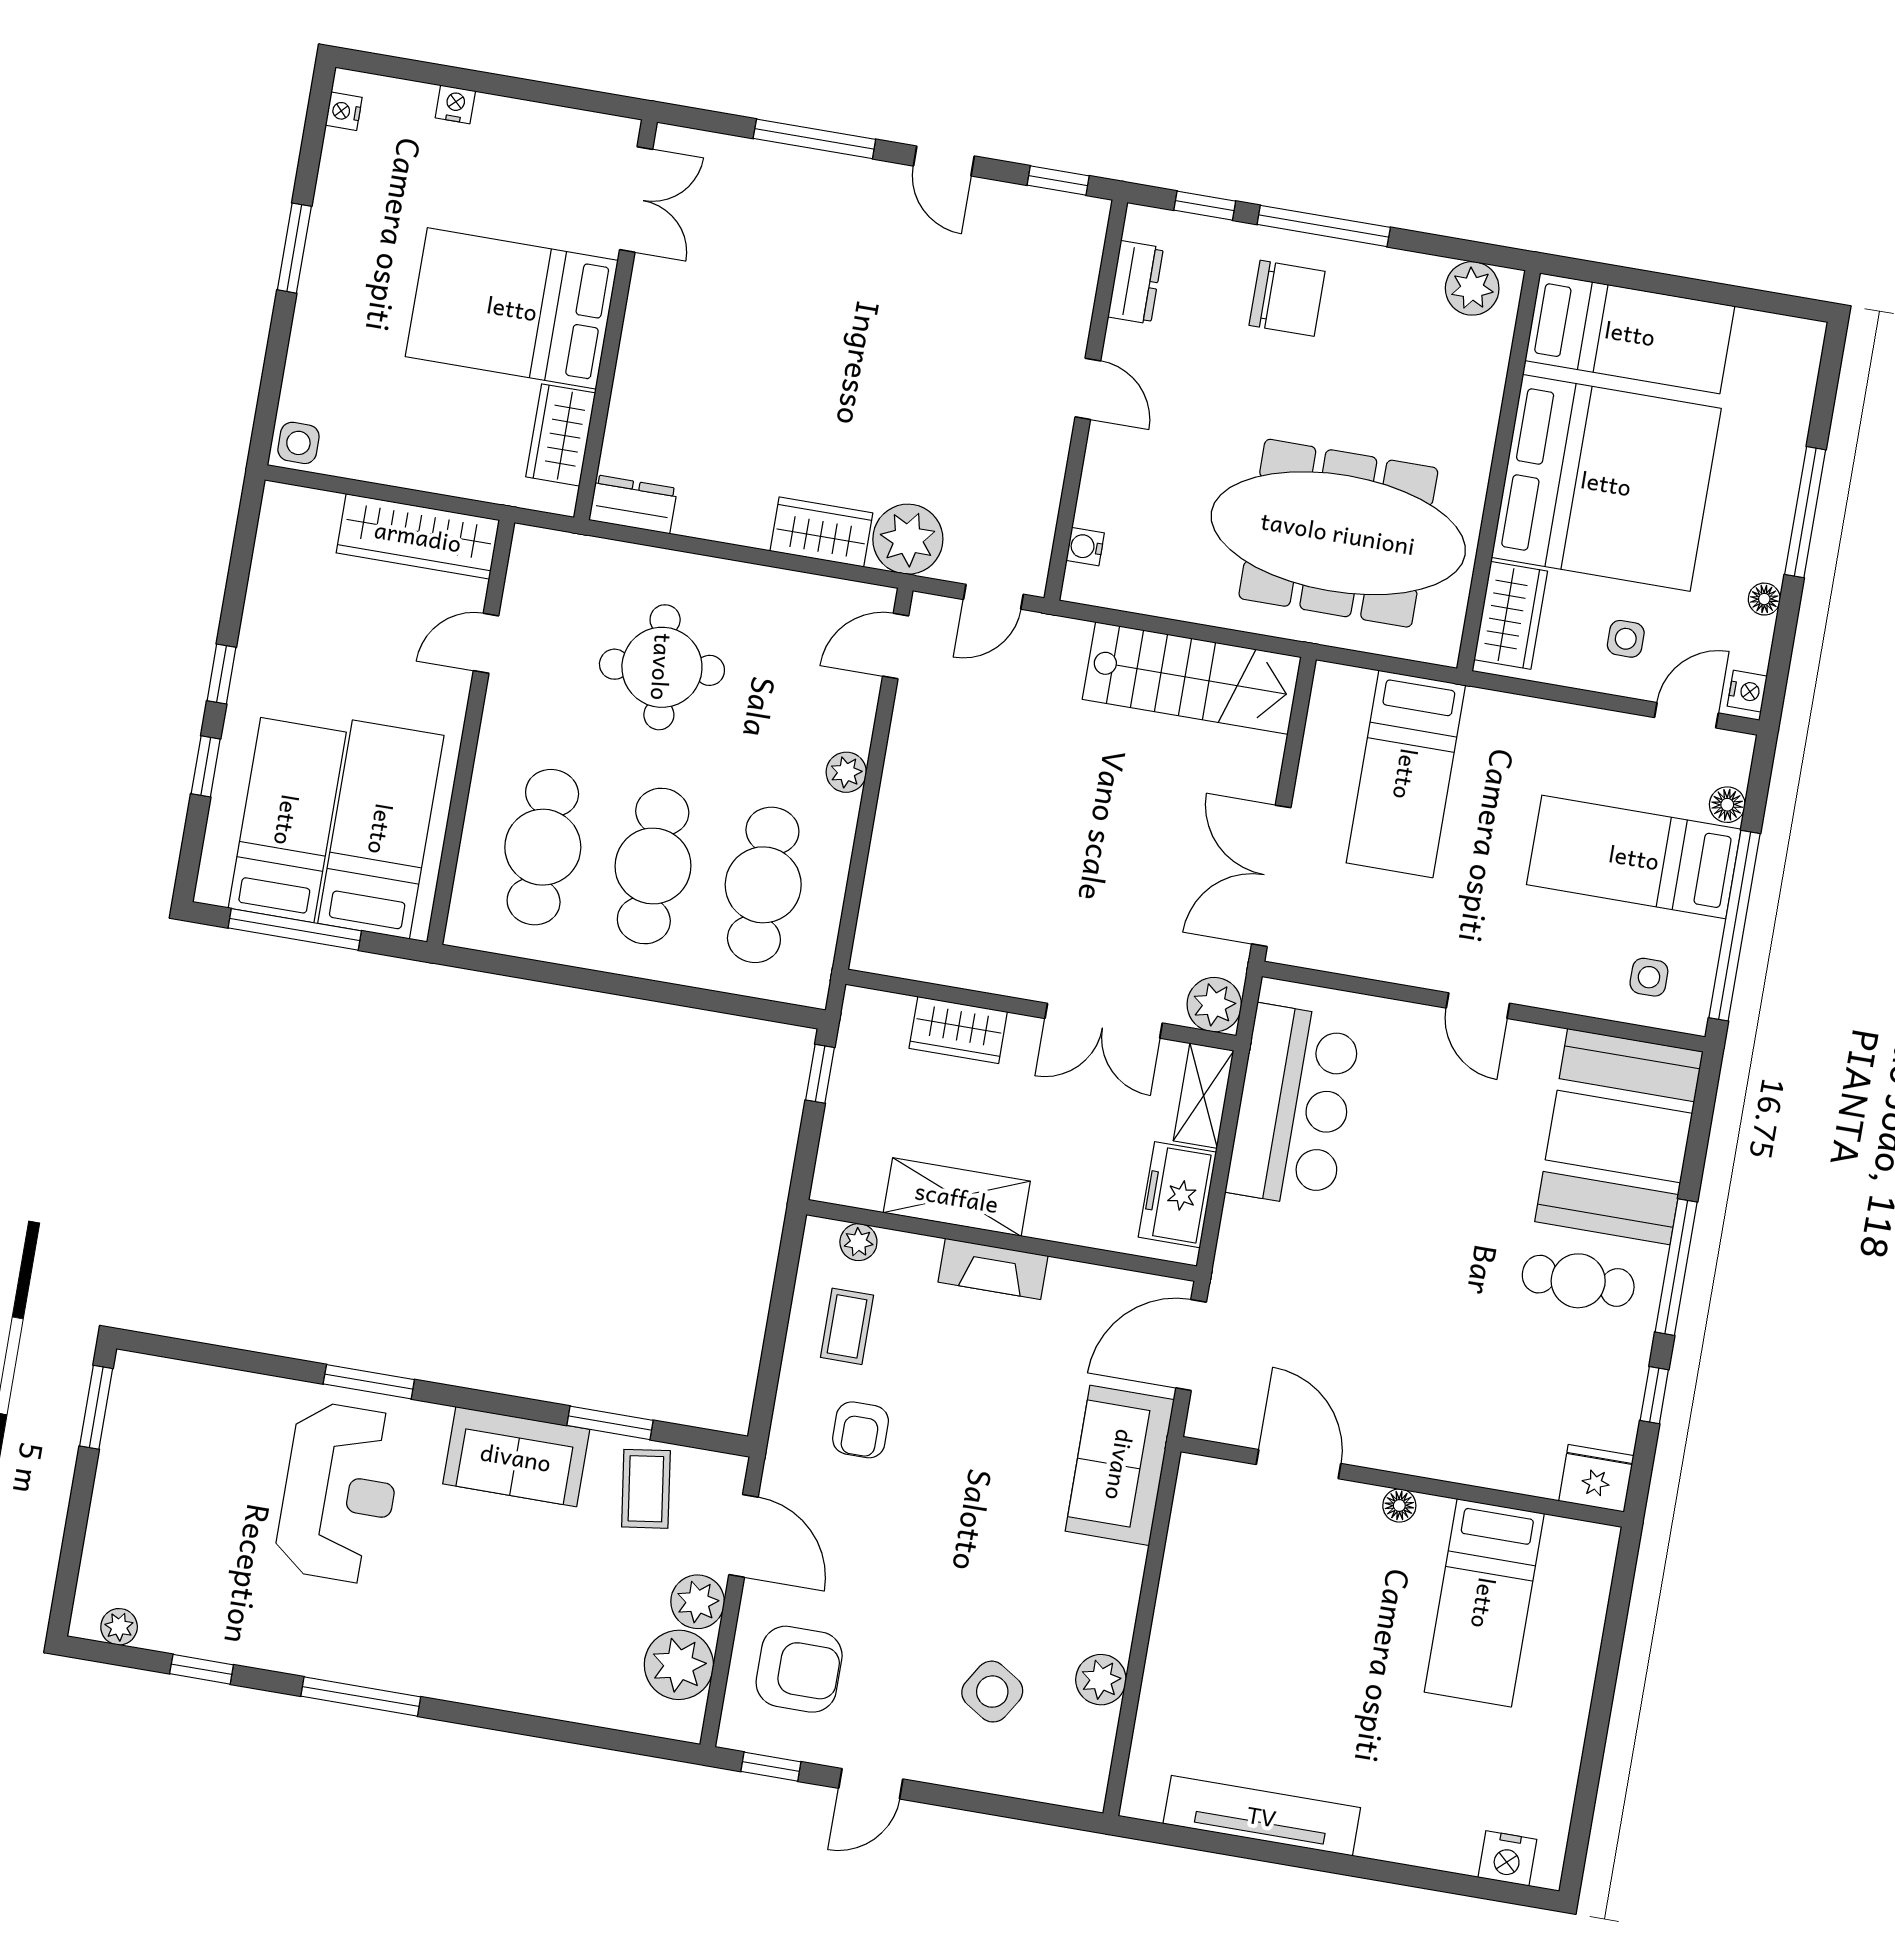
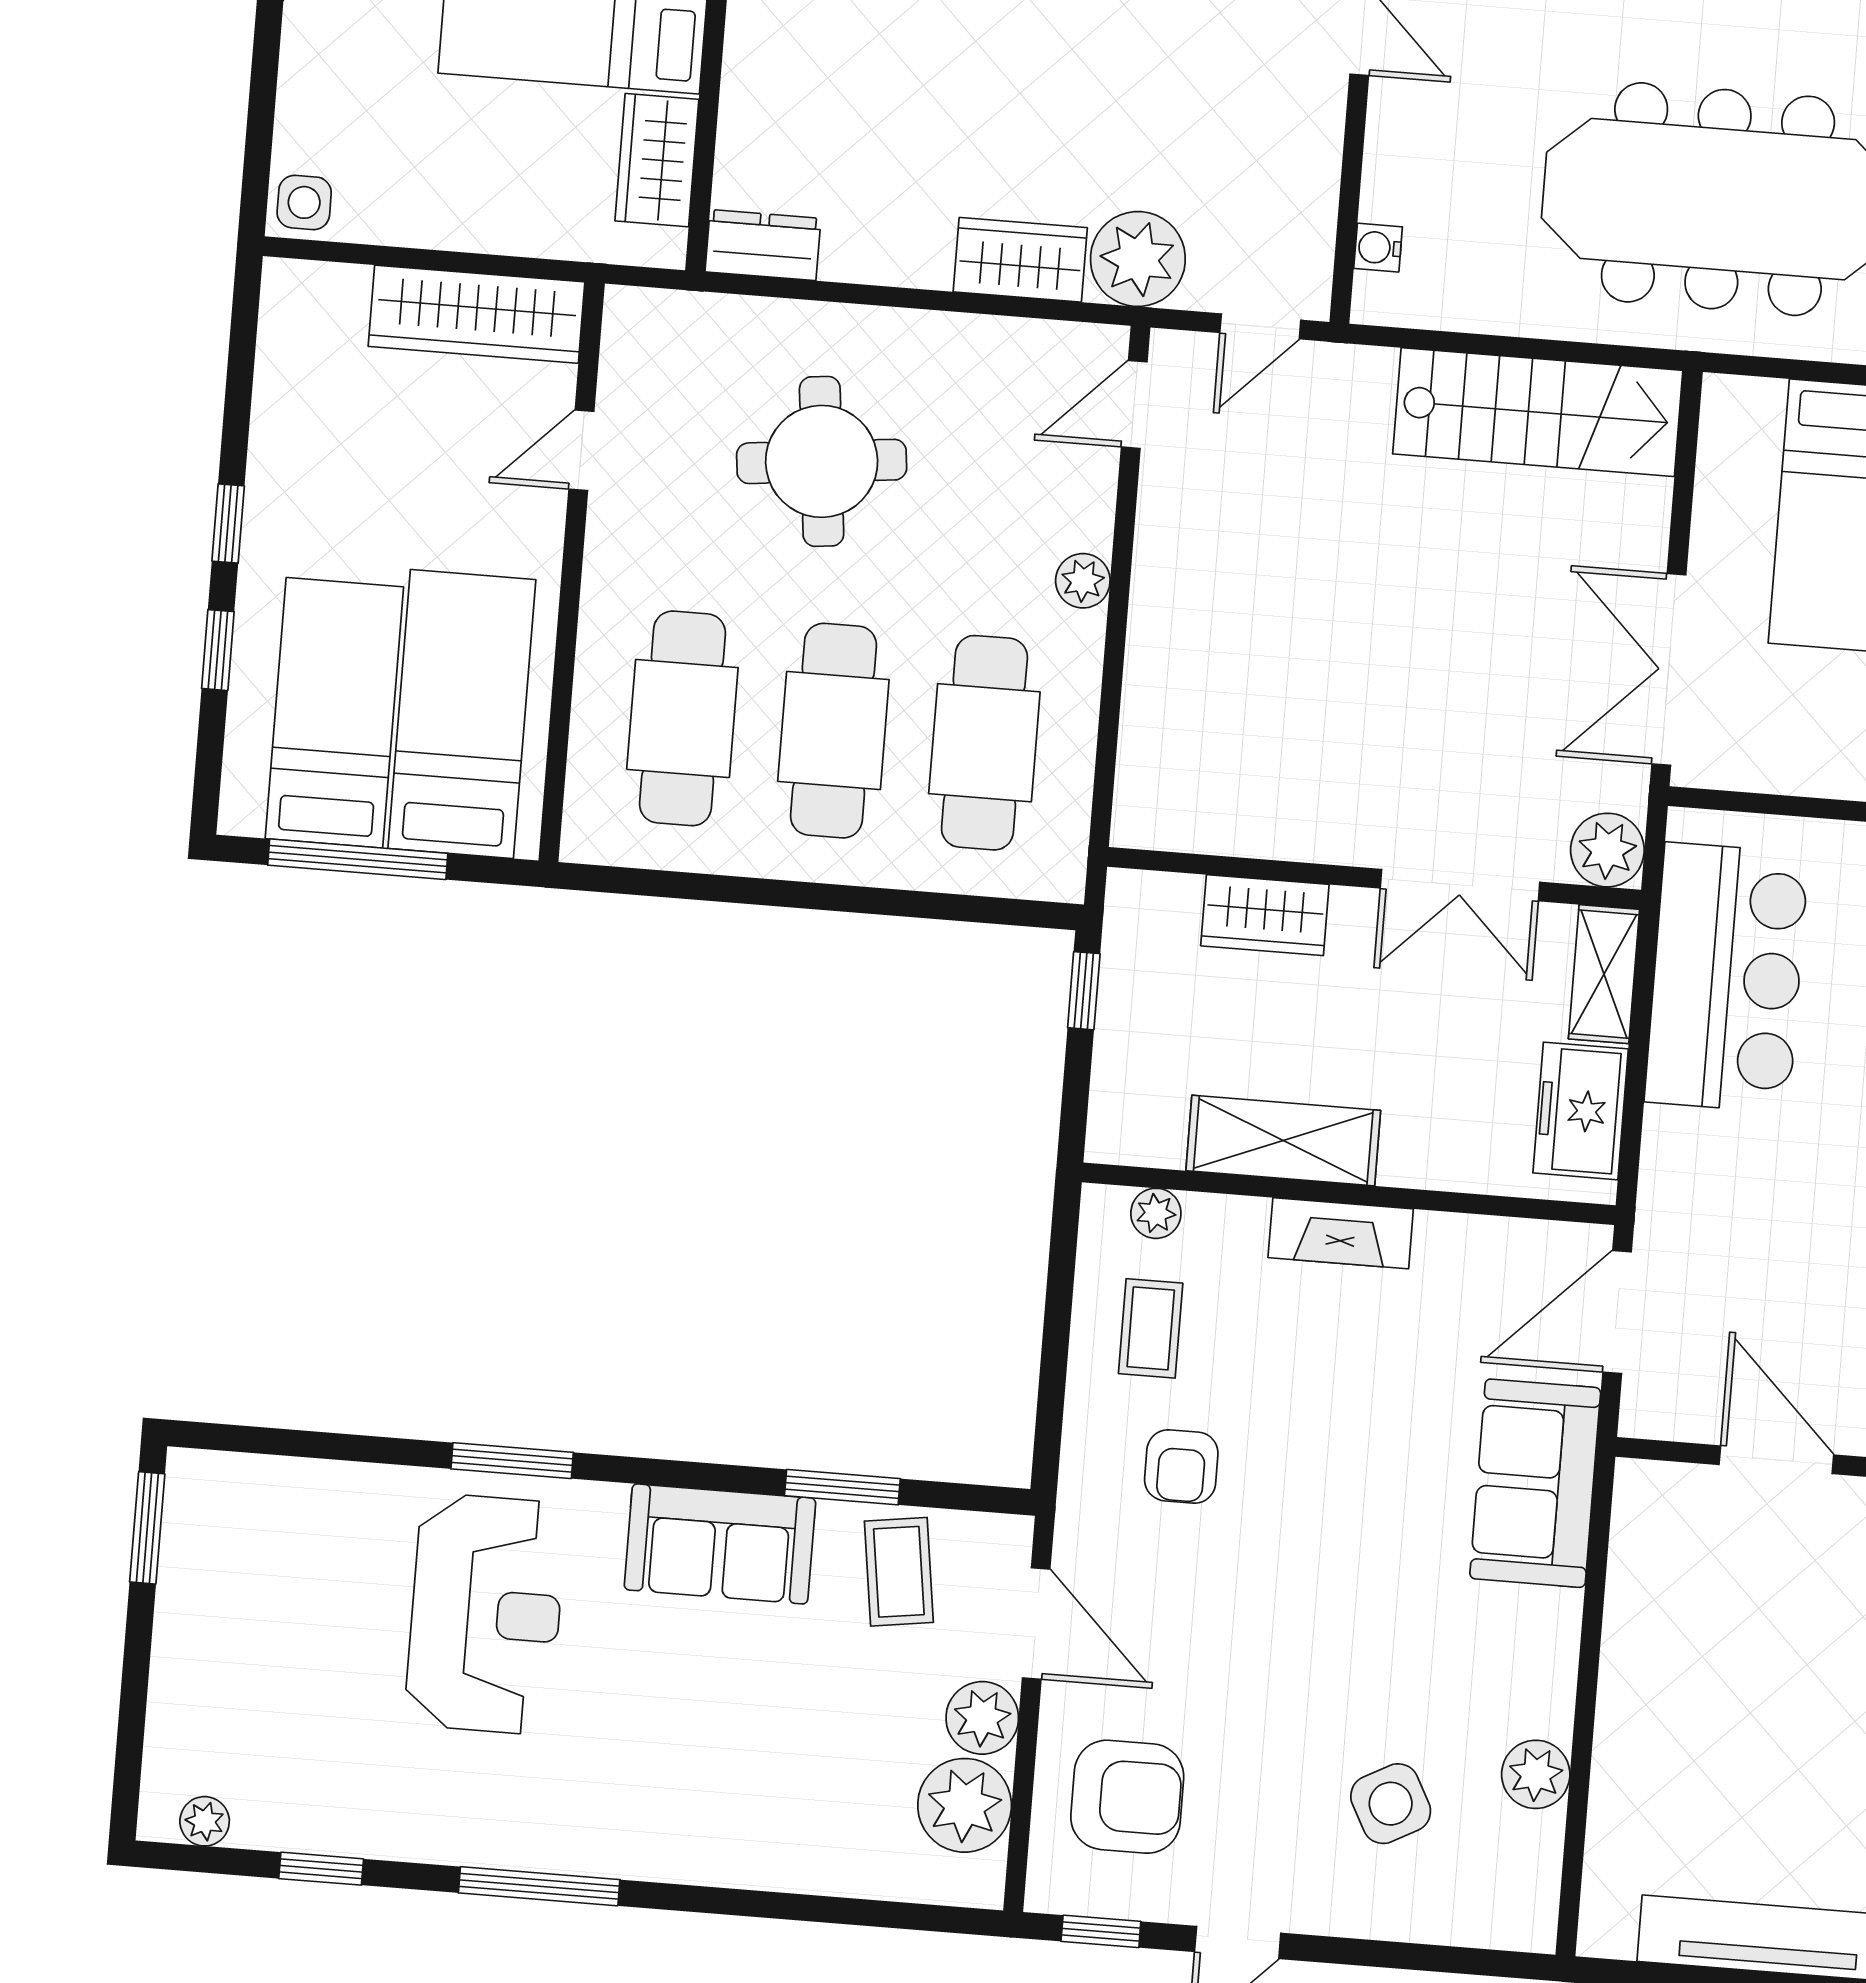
side table: (992, 1692) -> (1391, 1804), turned 30

